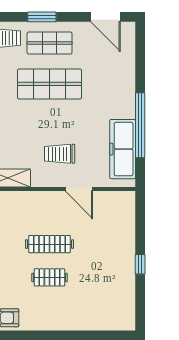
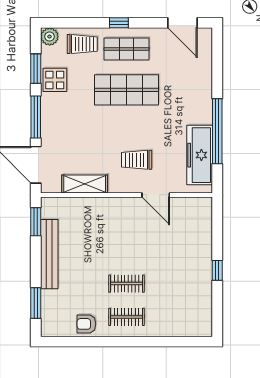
window: (42, 17) -> (119, 23), width x0.67
clothes rail: (50, 244) -> (126, 317), moved, width x0.73

